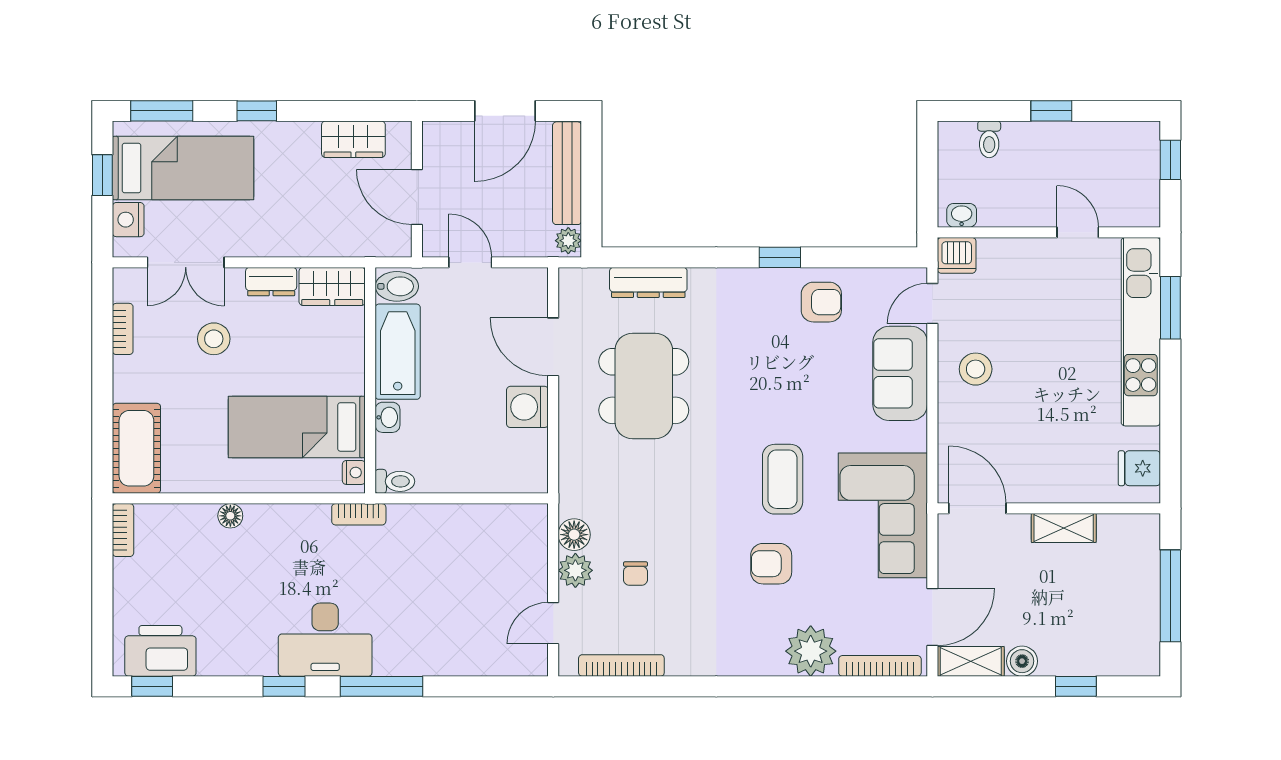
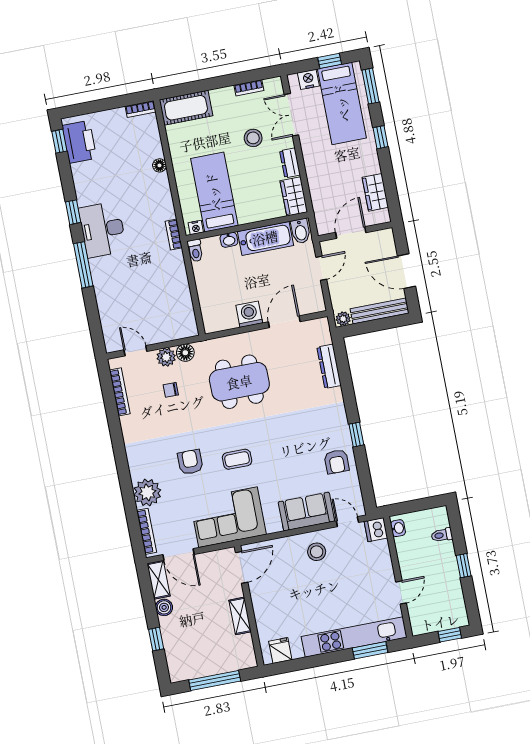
dining table: (644, 386) -> (239, 382), moved
coffee table: (783, 479) -> (237, 459), width x0.73, depth x0.77

